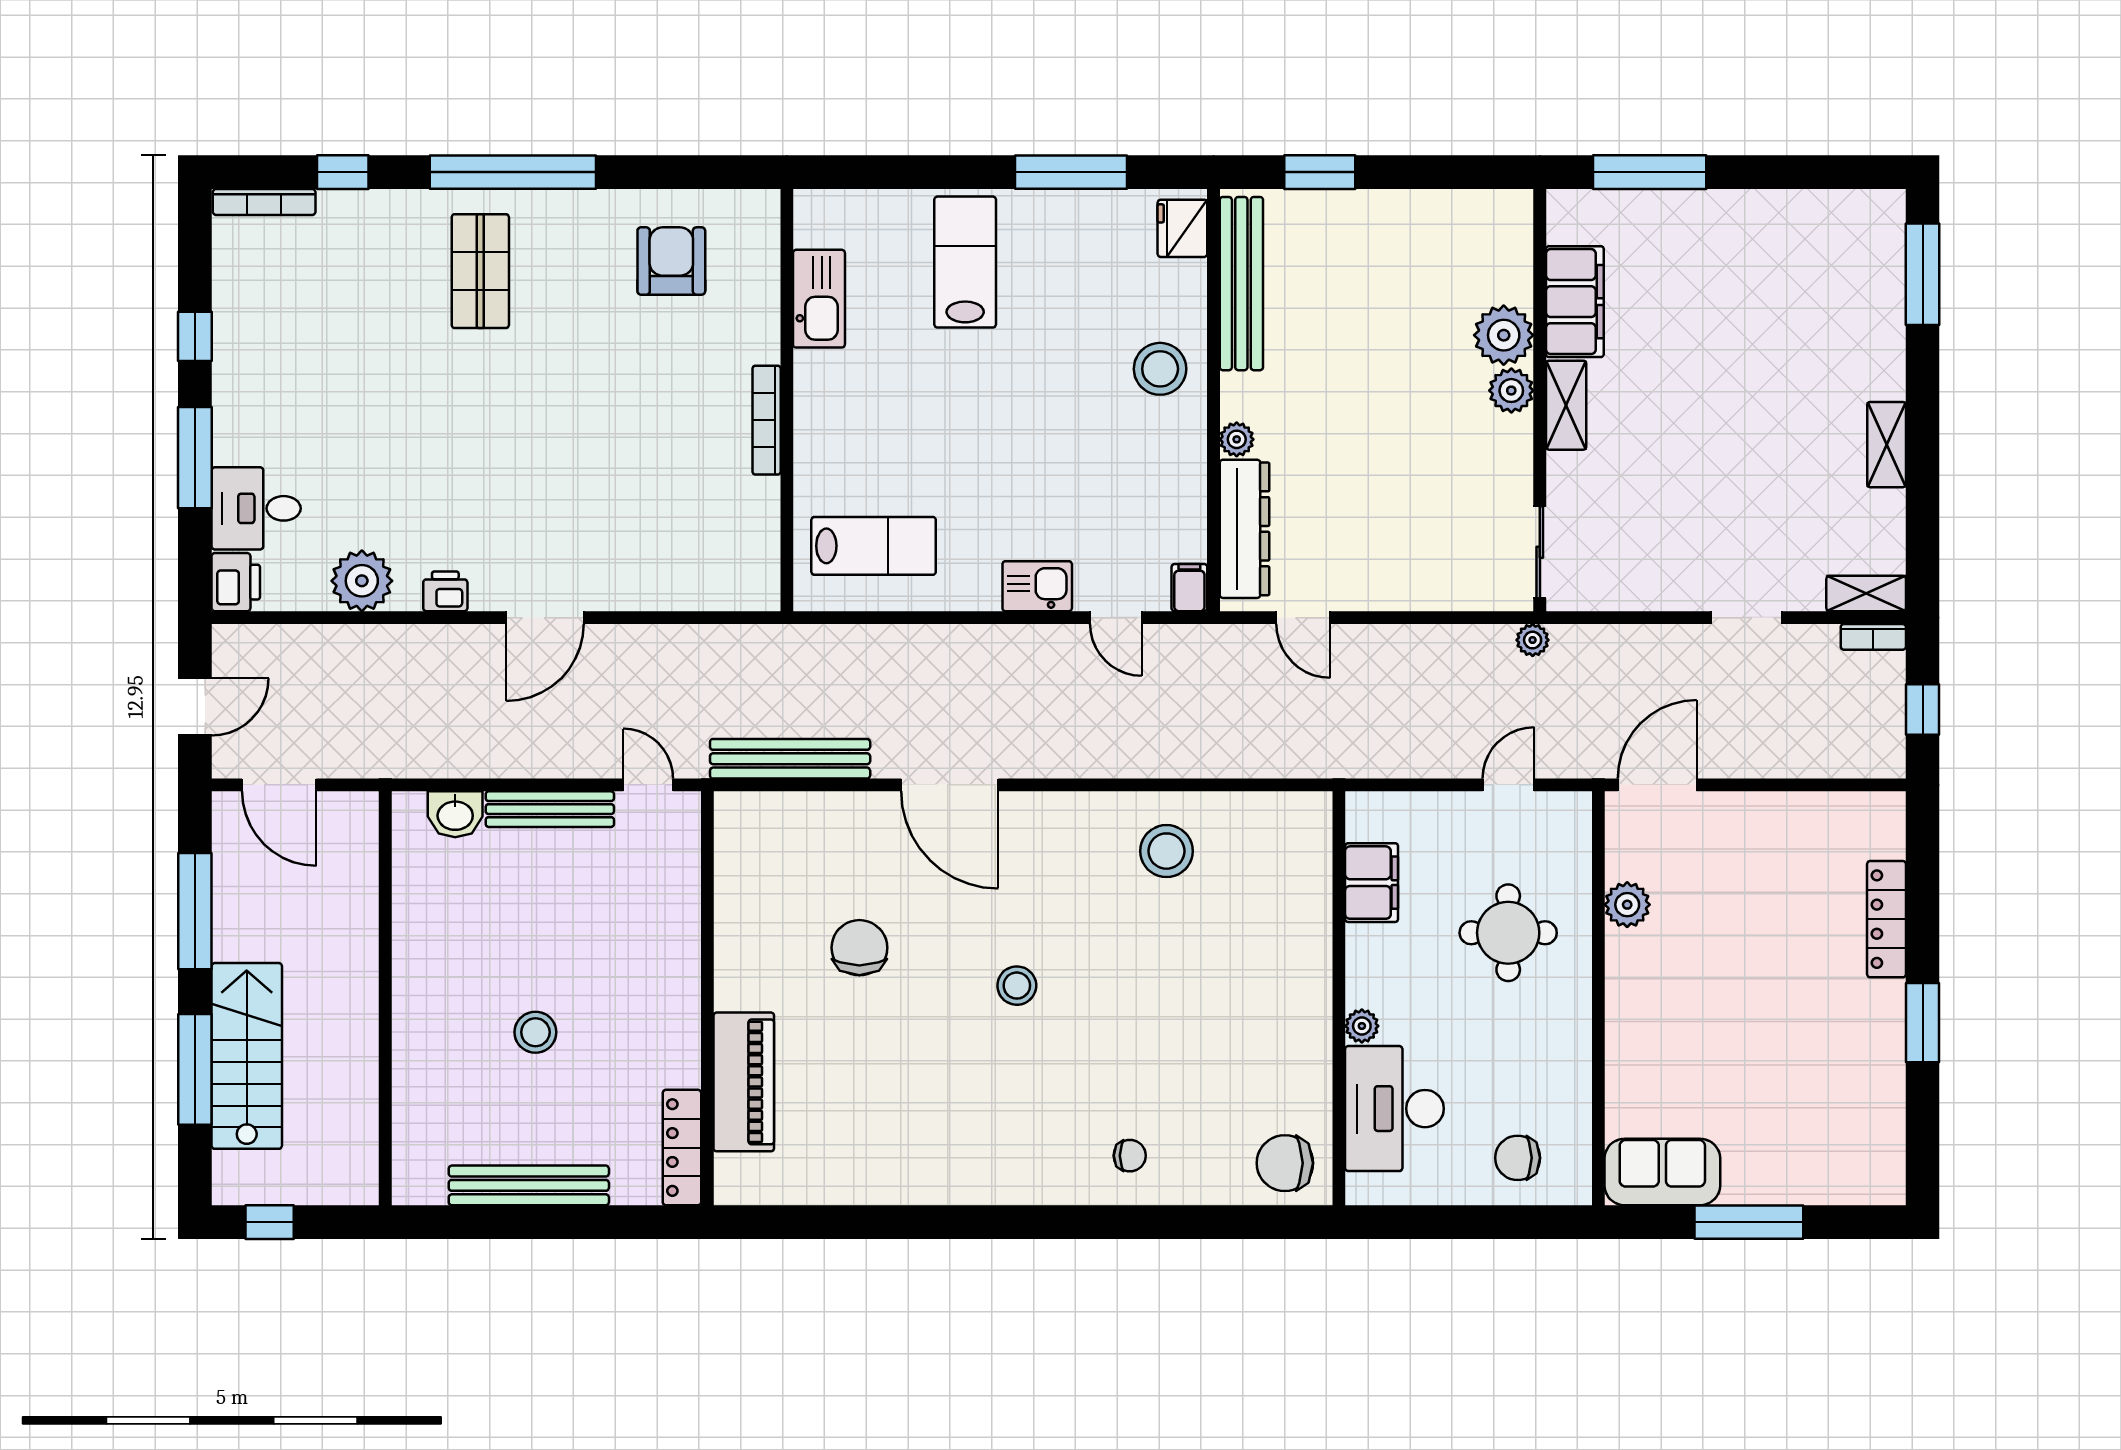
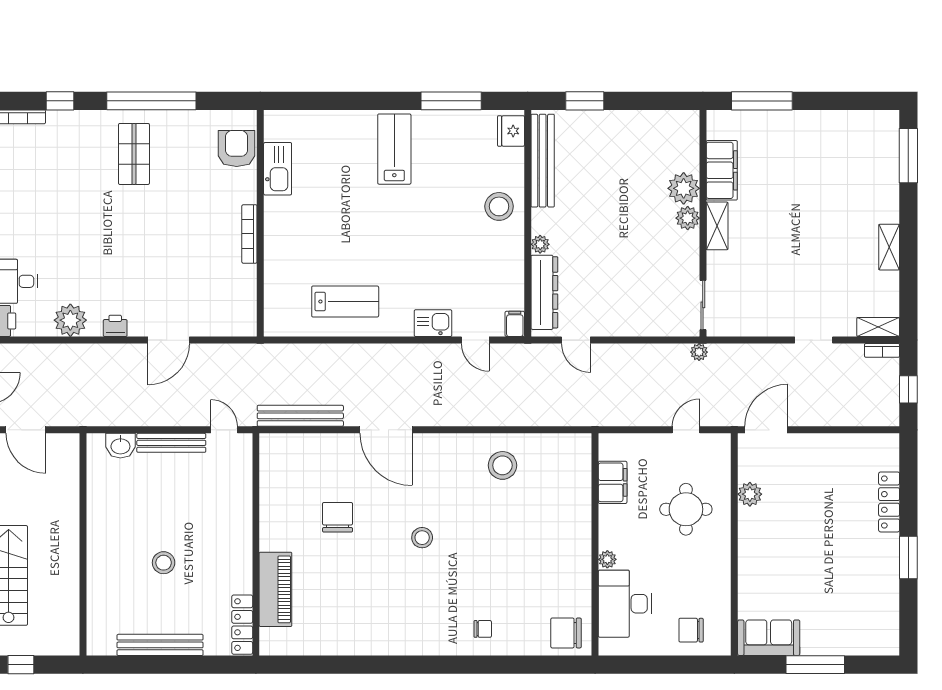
kitchen sink: (819, 299) -> (278, 169), moved
wall: (787, 400) -> (260, 223), moved
bookcase: (767, 420) -> (249, 234), moved

